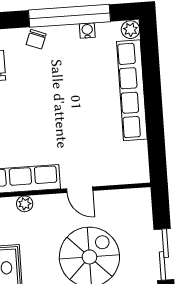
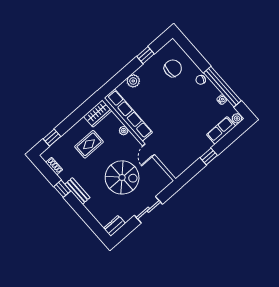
row of seats: (132, 90) -> (221, 130), width x0.50
window: (154, 111) -> (209, 157), added

